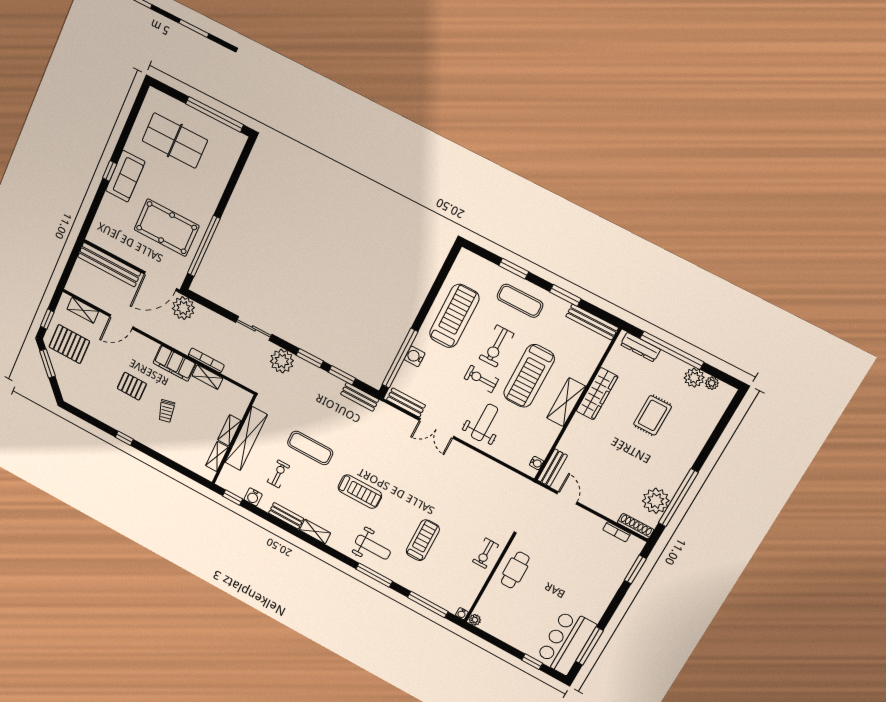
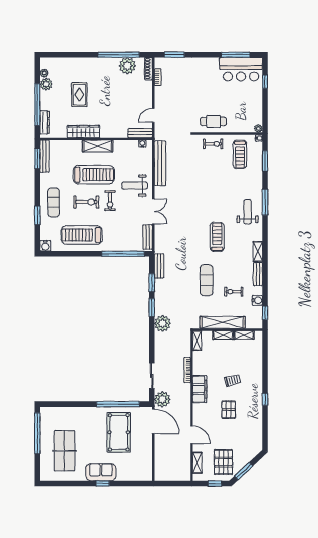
bench: (109, 265) -> (160, 163), moved
window: (565, 295) -> (37, 159), moved
sliding door: (254, 328) -> (152, 376), moved
water cooler: (415, 356) -> (45, 246), moved
shelving: (207, 377) -> (197, 341), moved
rug: (653, 415) -> (79, 95), turned 90
treadmill: (423, 540) -> (240, 154), moved, turned -90
window: (428, 605) -> (265, 161), width x0.69

